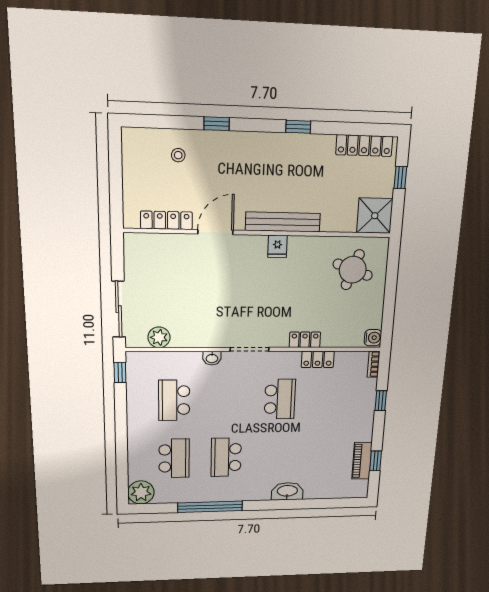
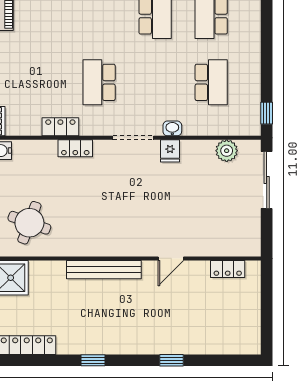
stool: (178, 155) -> (208, 330), removed
locker: (166, 220) -> (228, 269), width x0.66
door: (215, 232) -> (171, 258), width x0.73
fridge: (277, 246) -> (170, 151), moved, turned 180

